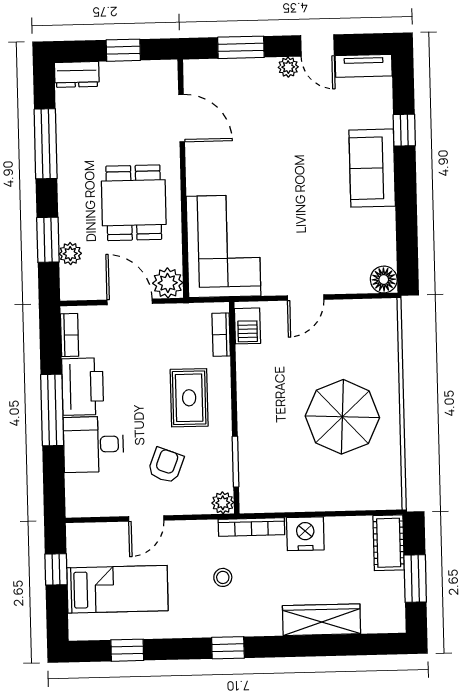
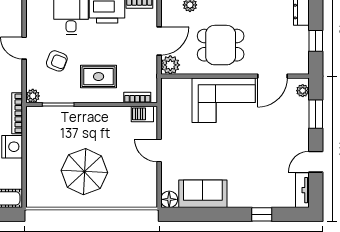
plant: (288, 67) -> (303, 91), moved
sofa: (372, 168) -> (203, 194), moved
corner sofa: (224, 246) -> (224, 100), moved

